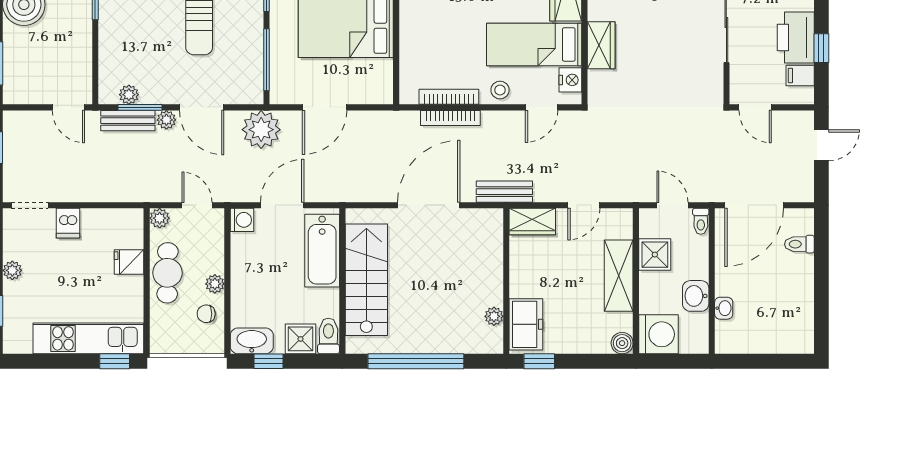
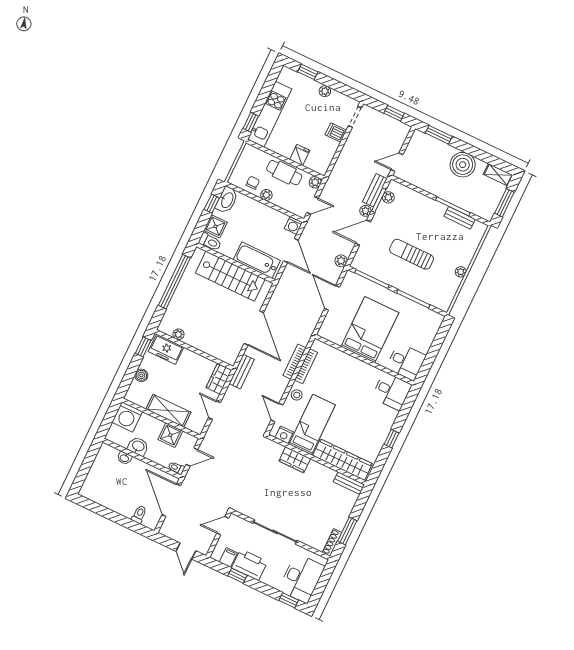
plant: (261, 130) -> (341, 261), width x0.53, depth x0.53
boiler: (622, 343) -> (141, 375), moved

